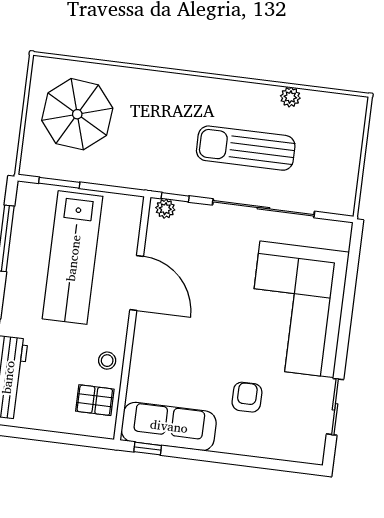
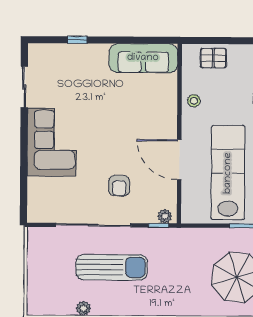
corner sofa: (297, 309) -> (52, 142), width x0.73, depth x0.74
armchair: (247, 397) -> (119, 186), moved
pallet: (95, 400) -> (213, 58), moved
window: (148, 449) -> (77, 40), moved

